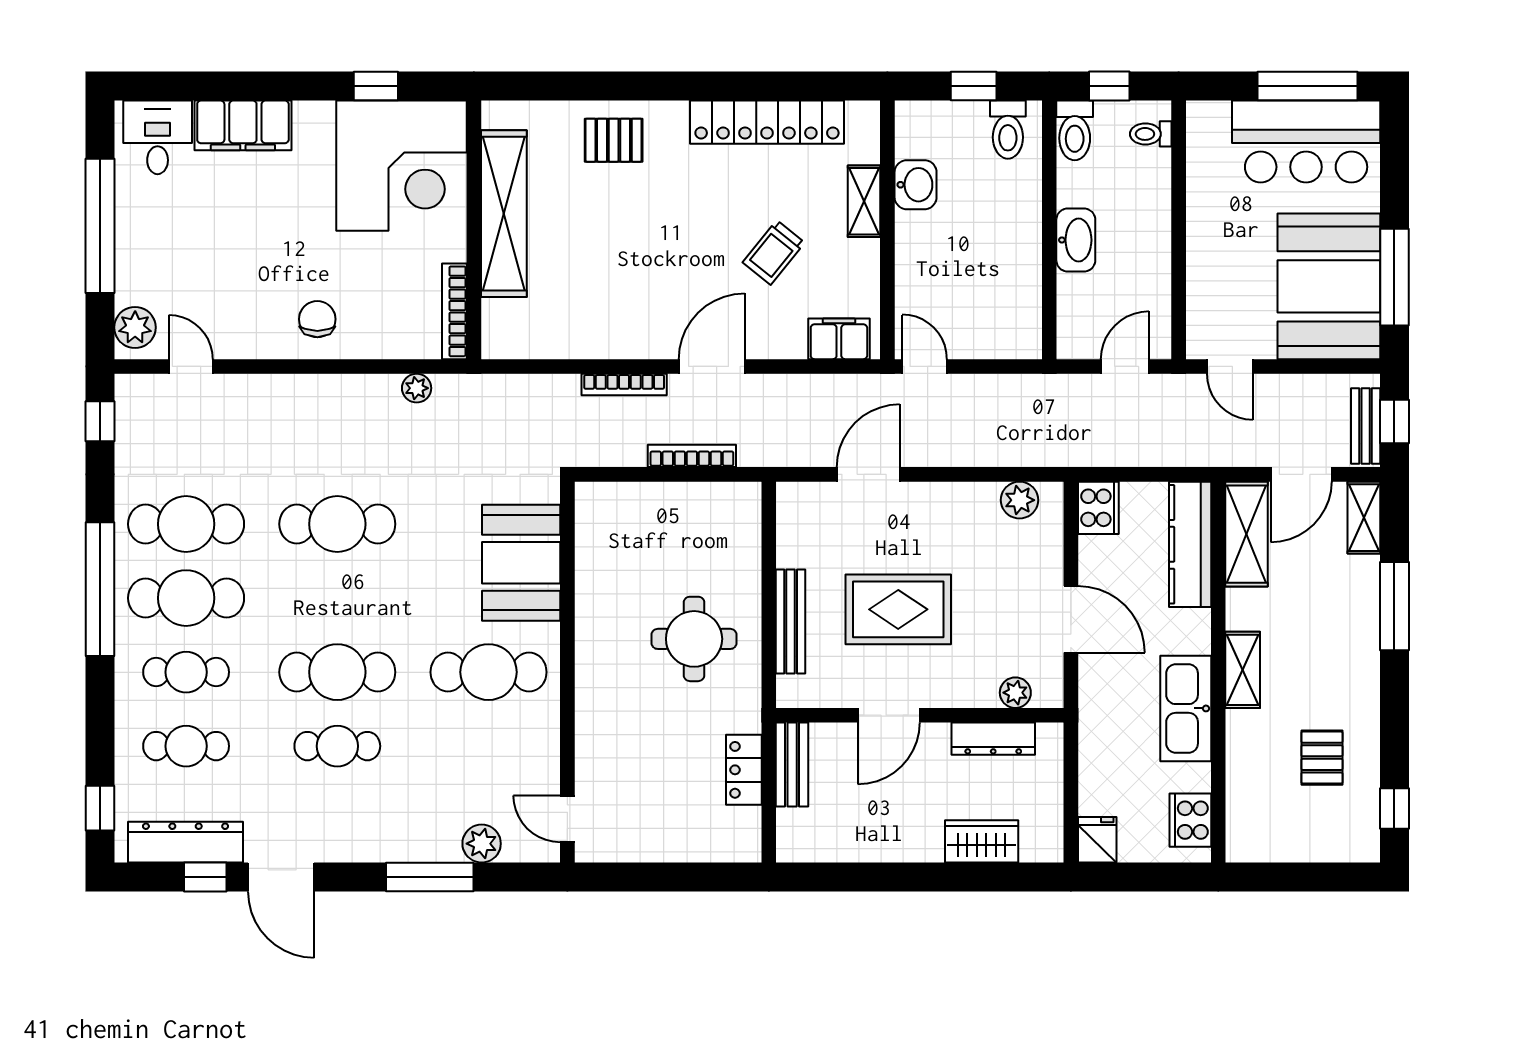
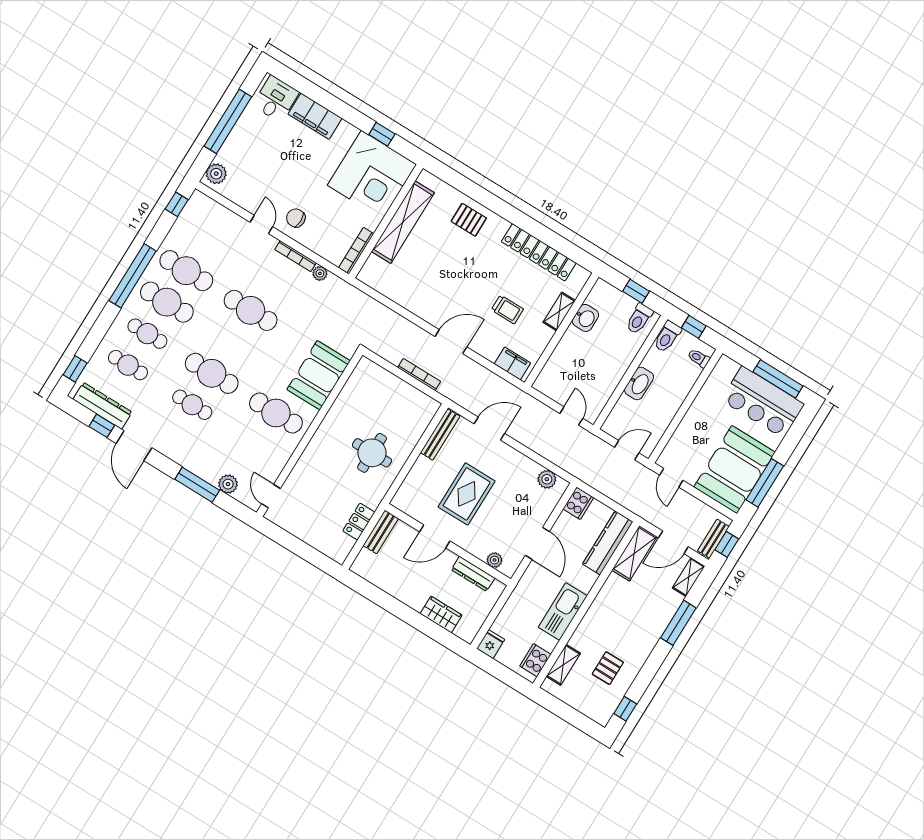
trolley: (774, 252) -> (507, 309), turned -129
chair: (317, 319) -> (296, 218), turned -90
door: (191, 366) -> (261, 224), moved
door: (925, 366) -> (571, 416), moved
bookcase: (624, 385) -> (295, 256), moved
rug: (898, 609) -> (467, 494), turned 90
bench: (791, 622) -> (440, 434), moved
shelving: (1243, 670) -> (563, 665), moved

